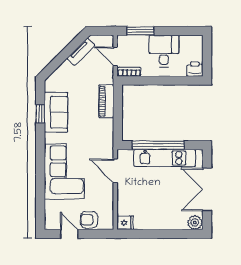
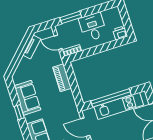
window: (40, 114) -> (19, 112), moved

